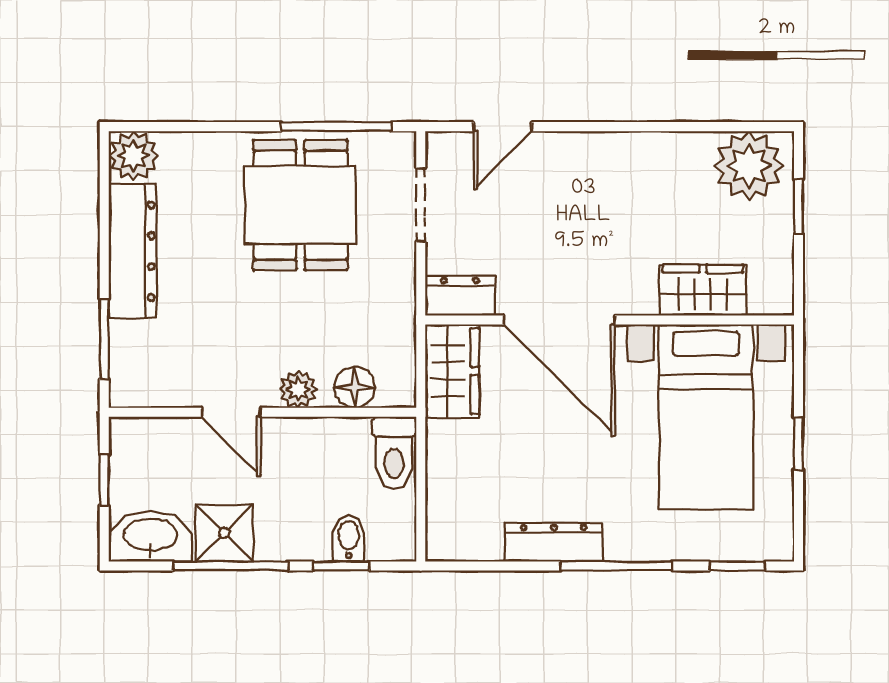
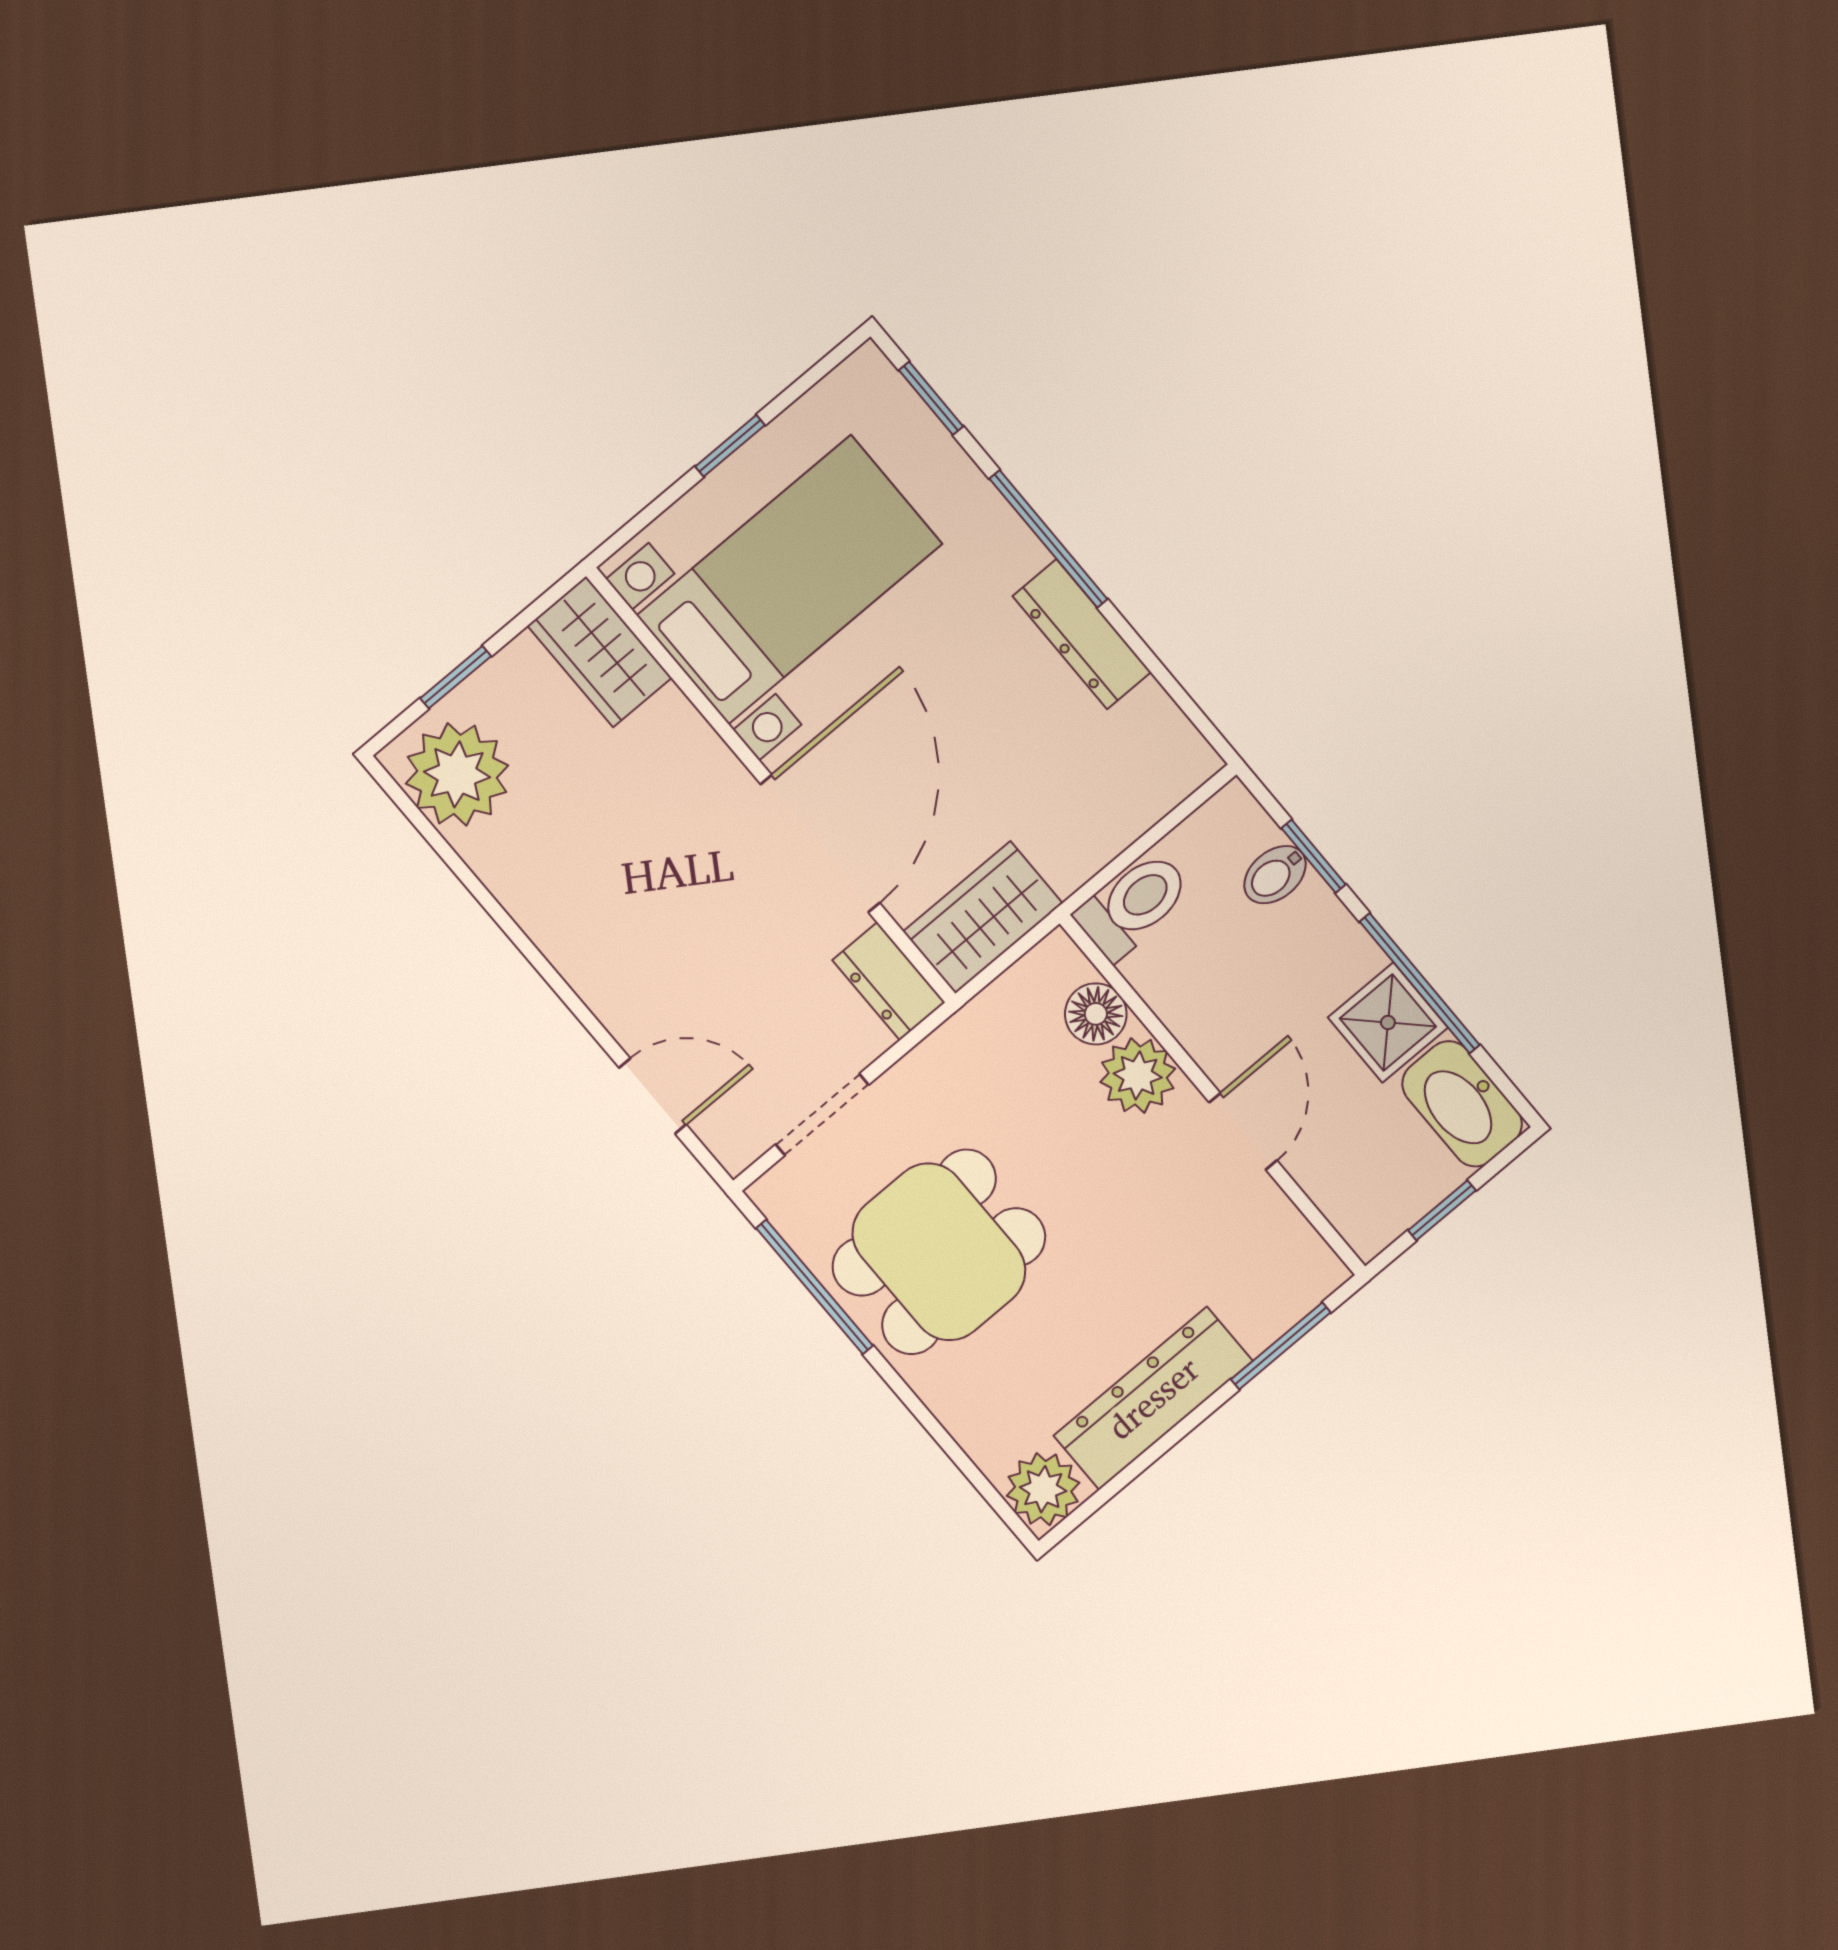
wardrobe: (703, 290) -> (600, 652), moved
plant: (298, 389) -> (1138, 1075), width x1.38, depth x1.38

